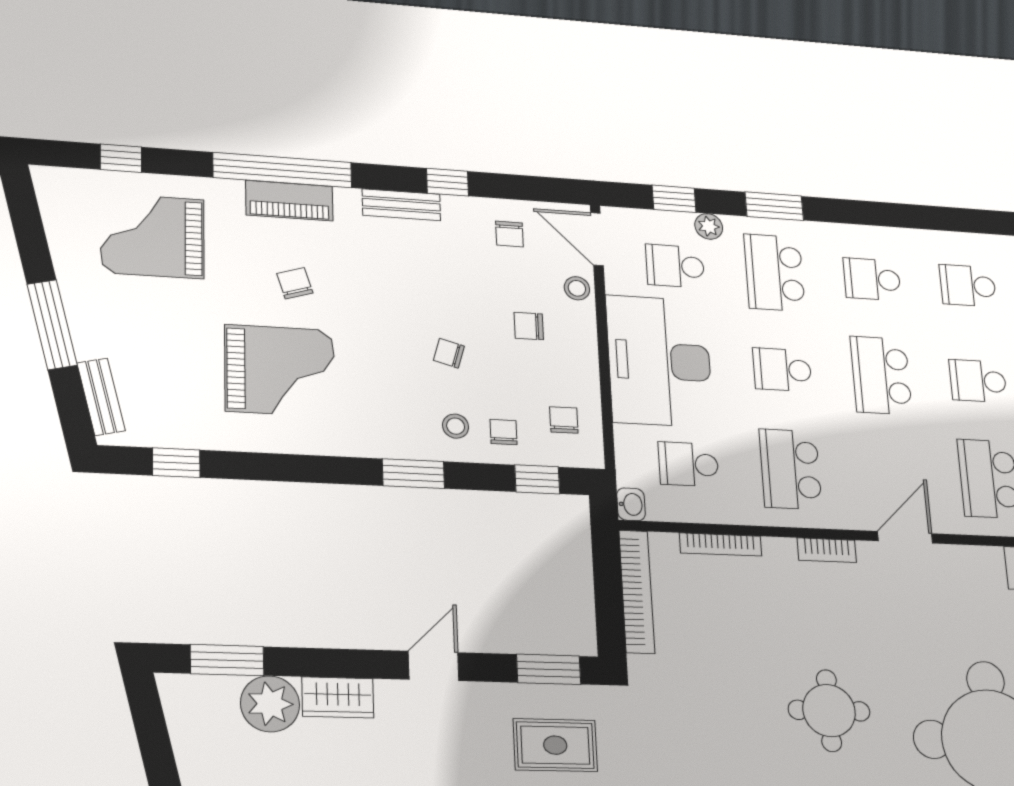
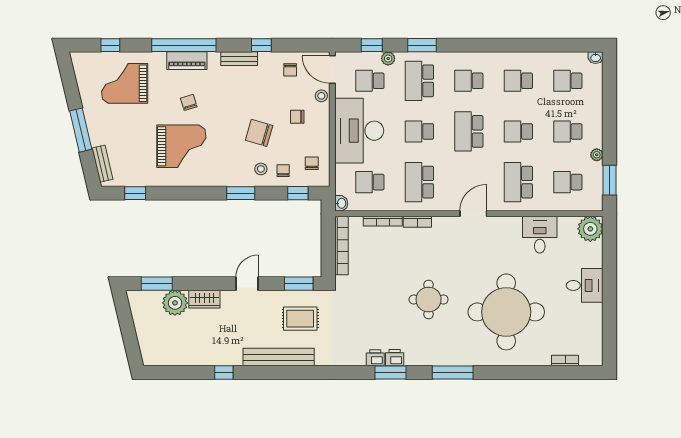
chair: (449, 353) -> (259, 133), width x1.87, depth x1.87
bookcase: (827, 550) -> (417, 222), moved

